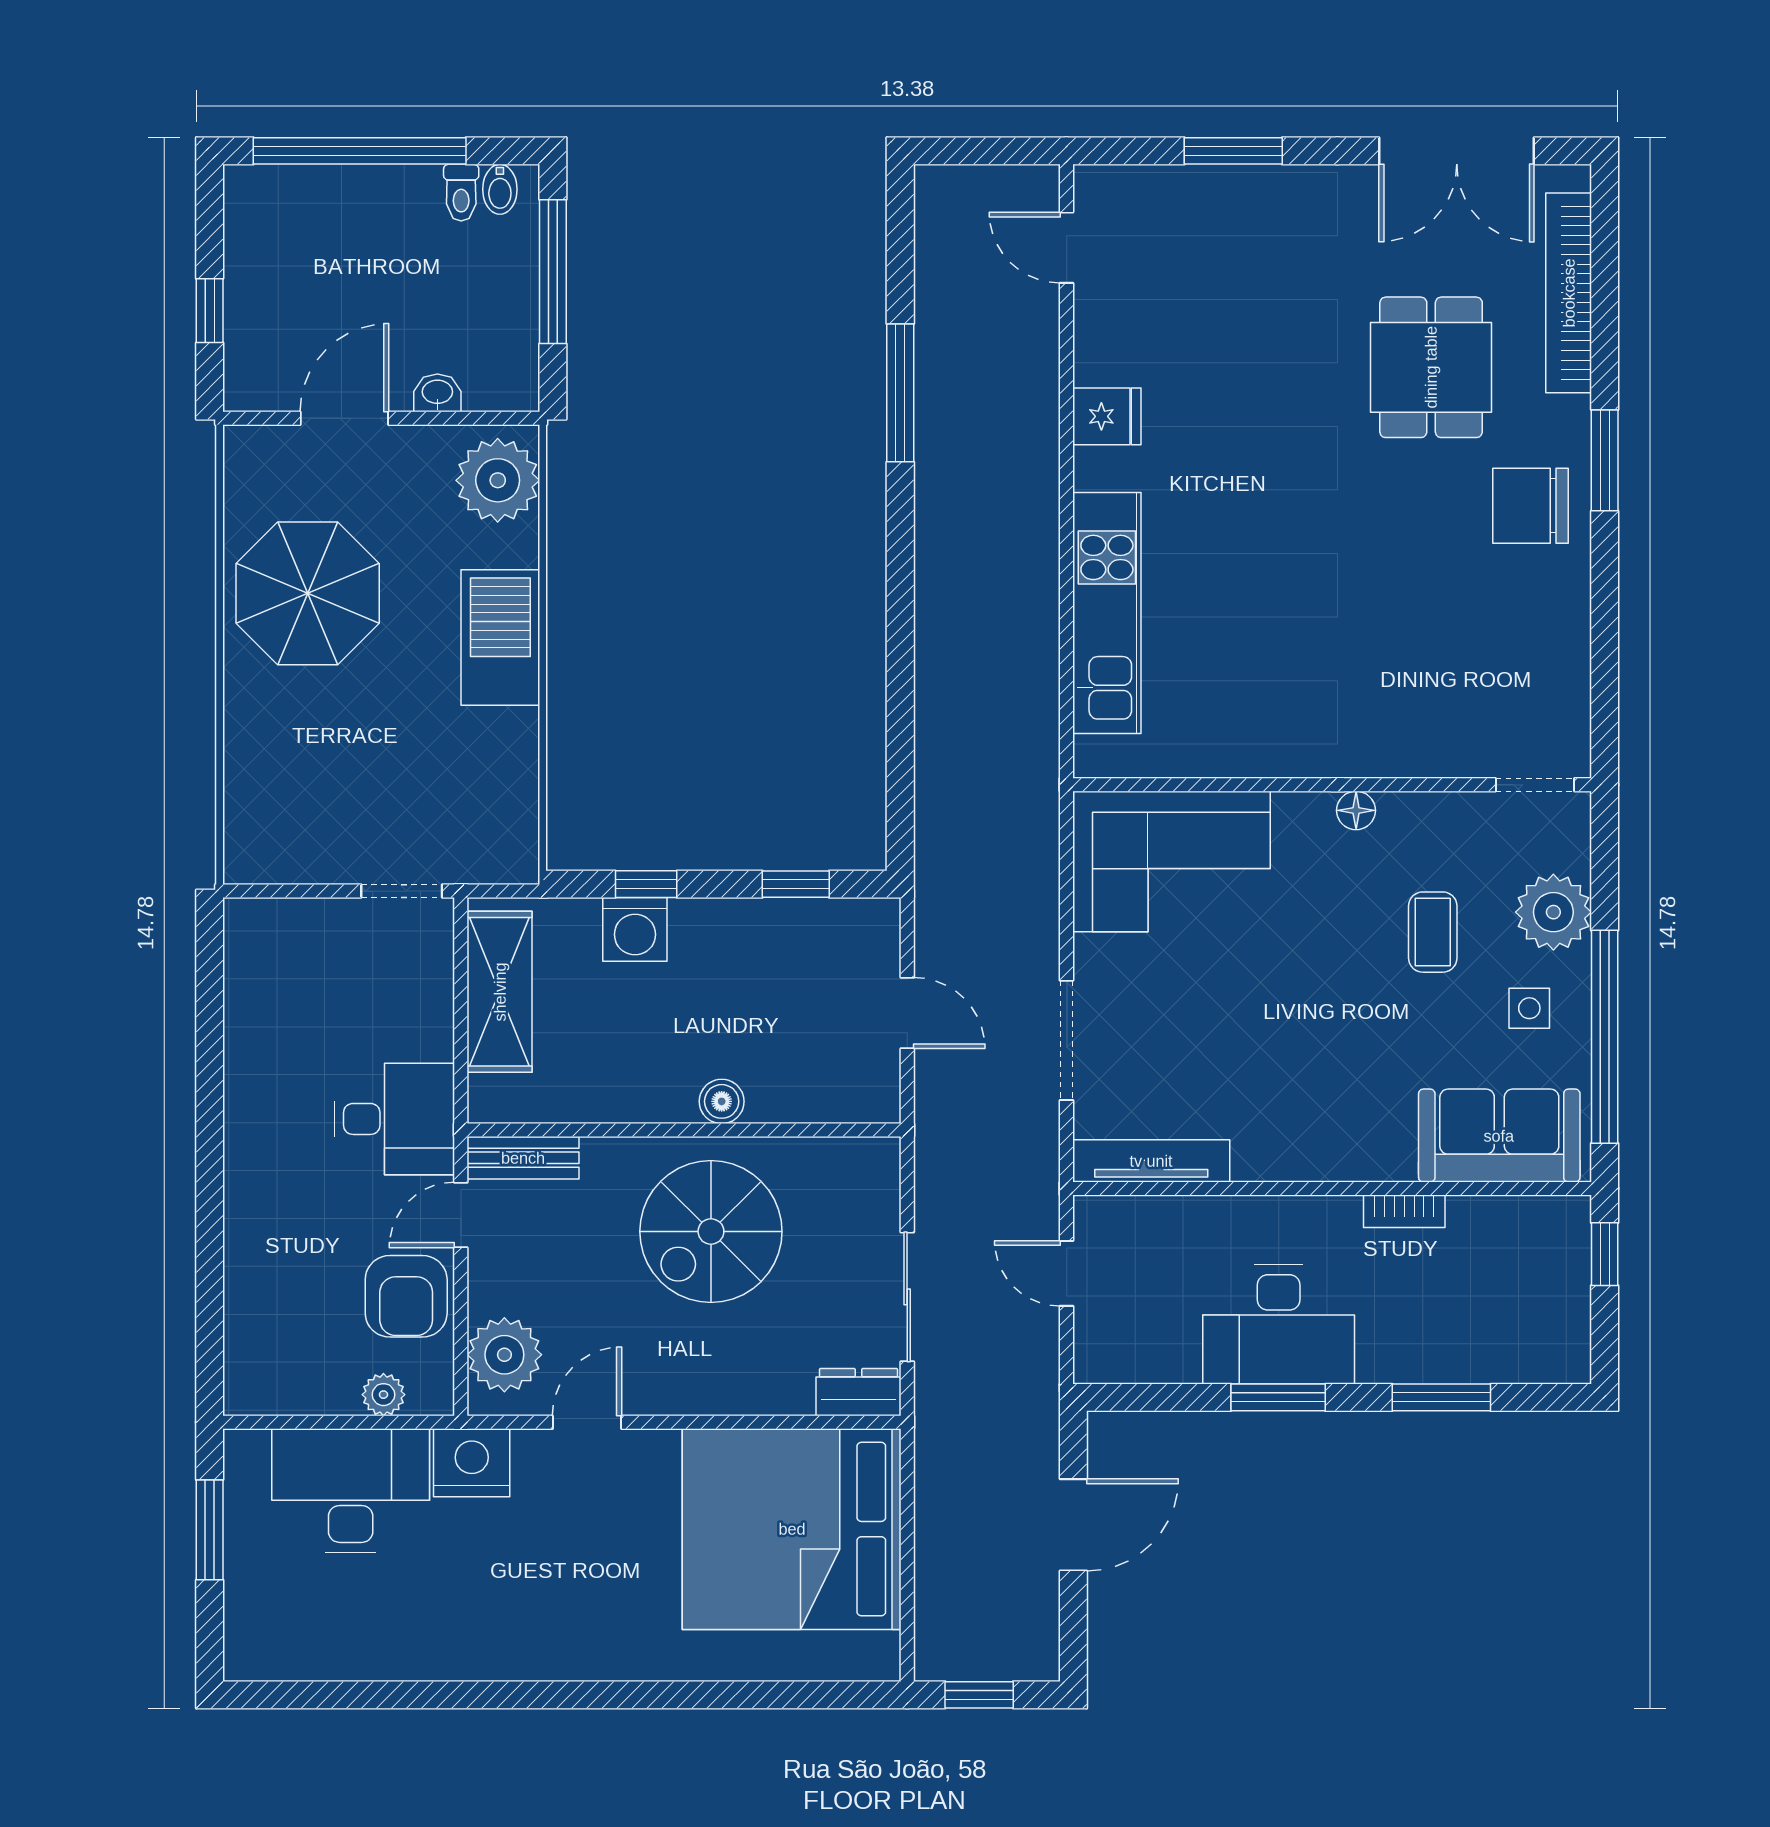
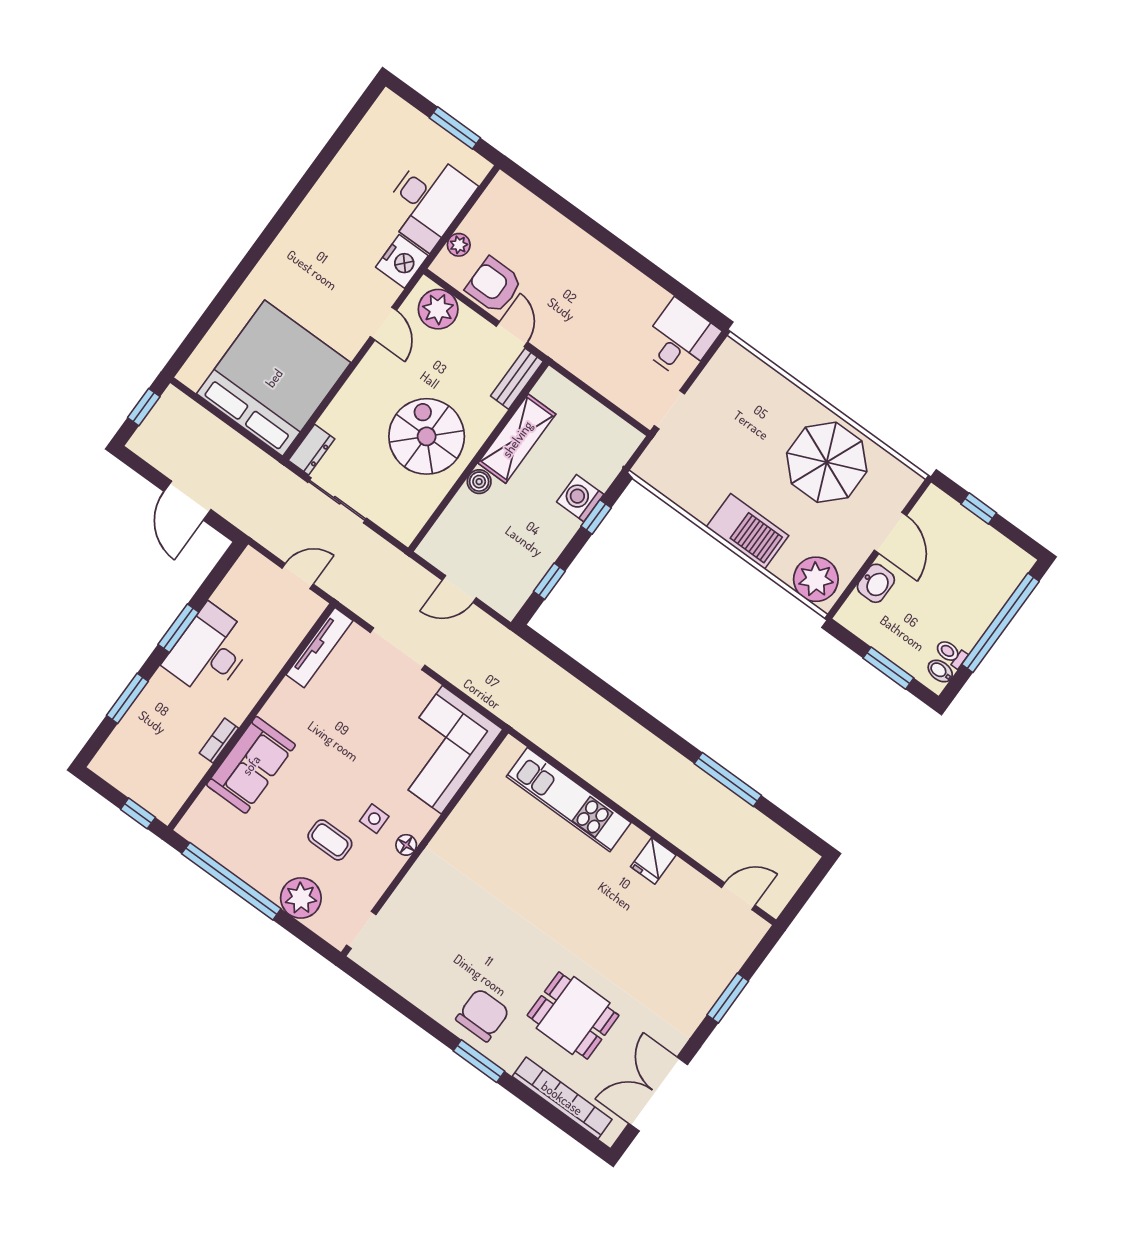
window: (553, 272) -> (888, 668), width x0.69
washbasin: (437, 393) -> (876, 583), width x1.38, depth x1.45
shelving: (500, 992) -> (517, 439), moved, turned 90
side table: (1529, 1008) -> (374, 819), moved
desk: (394, 1119) -> (680, 339), moved, turned 180
sofa: (1499, 1136) -> (251, 765), moved

